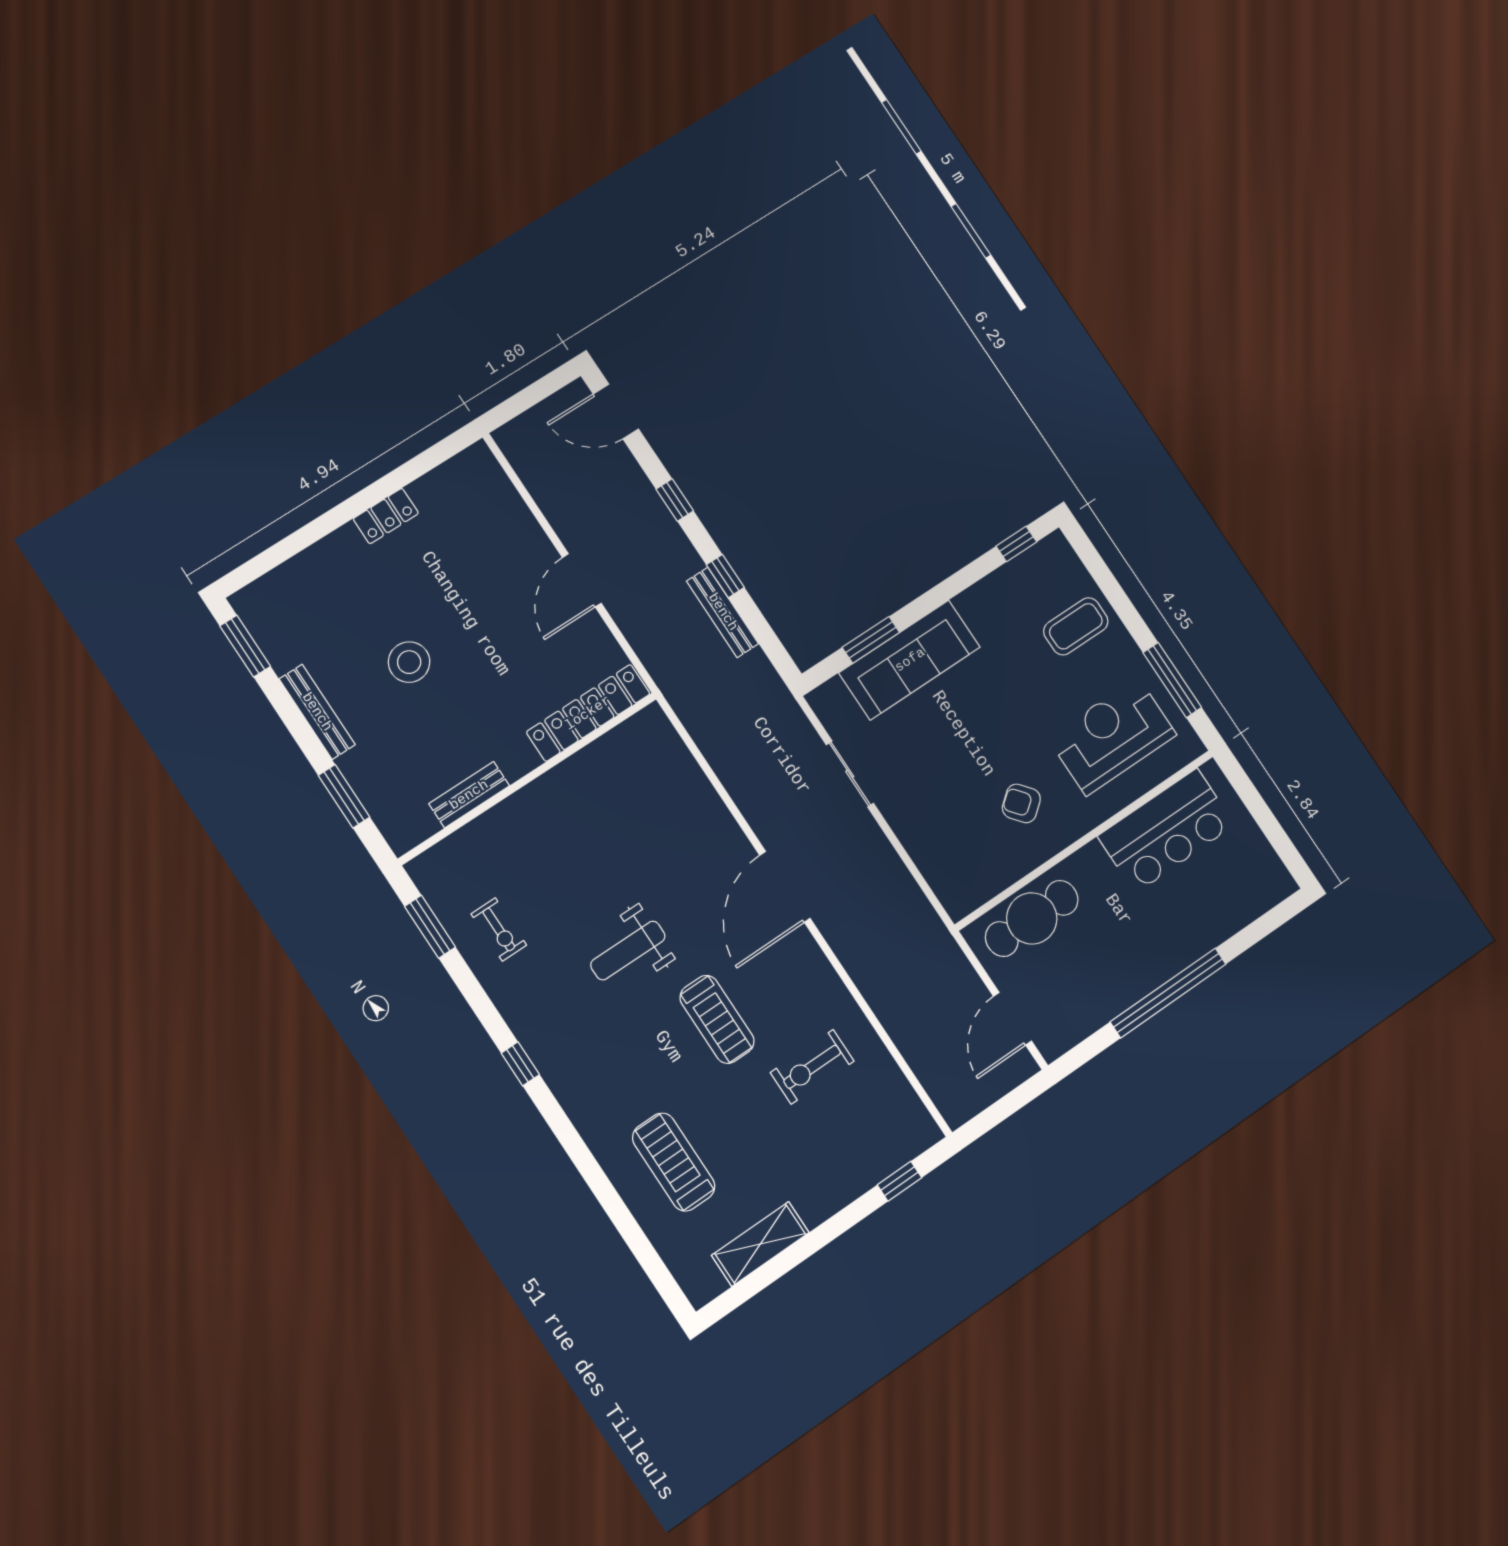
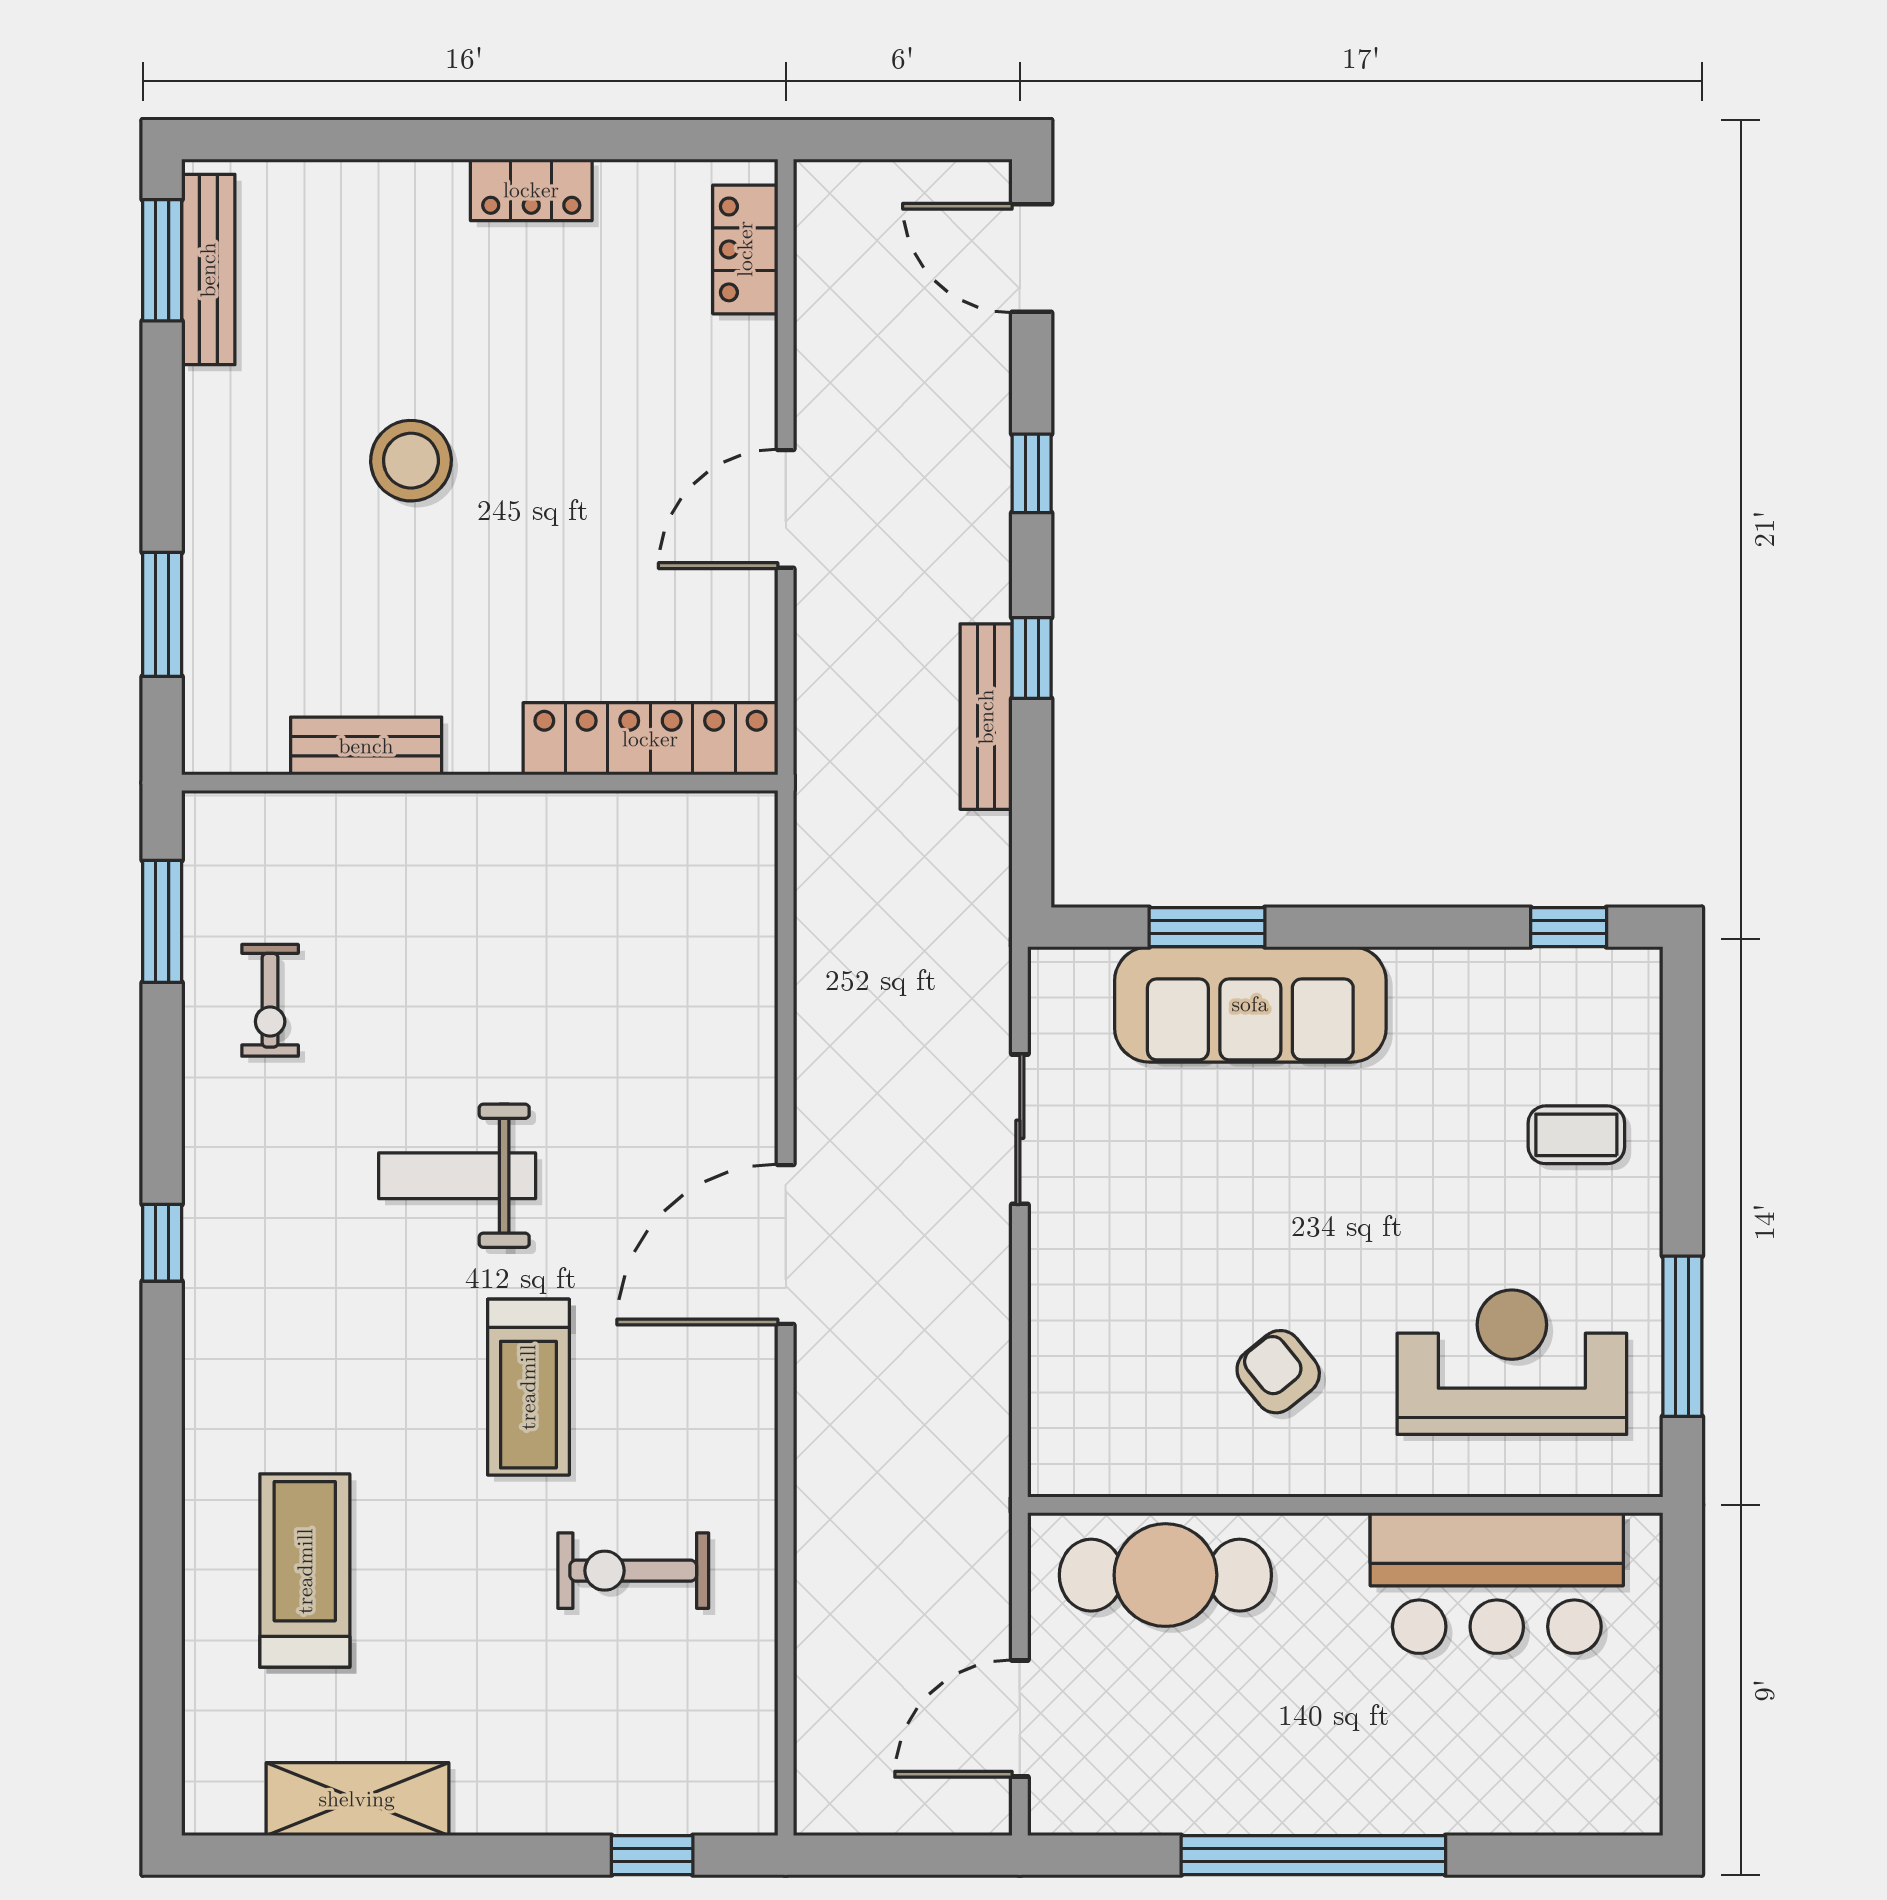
locker: (493, 483) -> (745, 249), added
coffee table: (1076, 626) -> (1576, 1135), width x0.73, depth x0.77
bench: (317, 712) -> (208, 270), moved

